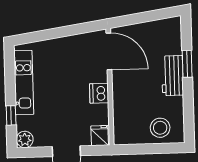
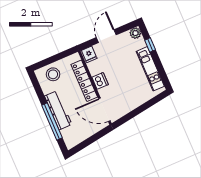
window: (187, 64) -> (52, 121), width x2.11
workbench: (172, 76) -> (58, 110), width x1.38
locker: (121, 102) -> (84, 81), added

